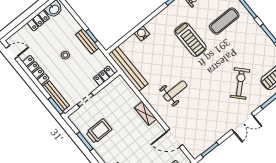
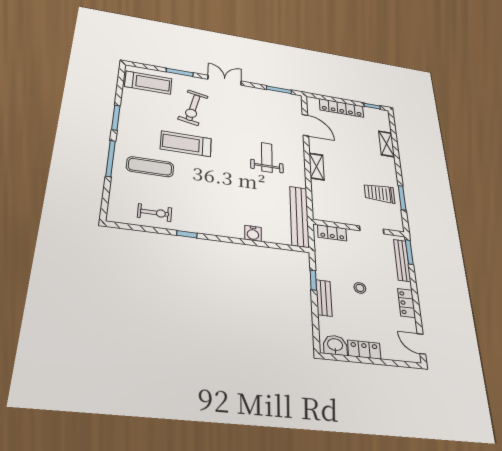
treadmill: (191, 40) -> (186, 144), moved, turned -90
bench: (87, 41) -> (324, 298), moved
locker: (36, 70) -> (407, 303), width x0.66
exercise bike: (240, 83) -> (193, 108), turned -35
weight bench: (175, 91) -> (267, 157), turned 90

